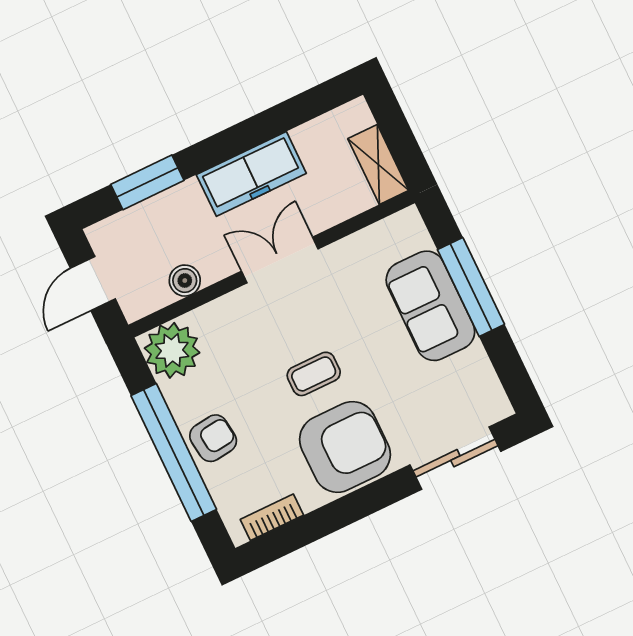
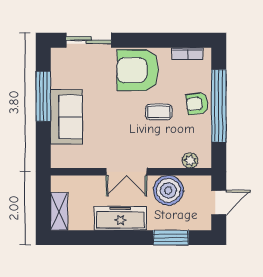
shelving: (378, 164) -> (59, 211), moved
boiler: (185, 281) -> (168, 190), width x1.86, depth x1.86
window: (471, 287) -> (43, 96), moved
plant: (172, 350) -> (190, 160), width x0.53, depth x0.53
coffee table: (314, 374) -> (159, 112), moved

